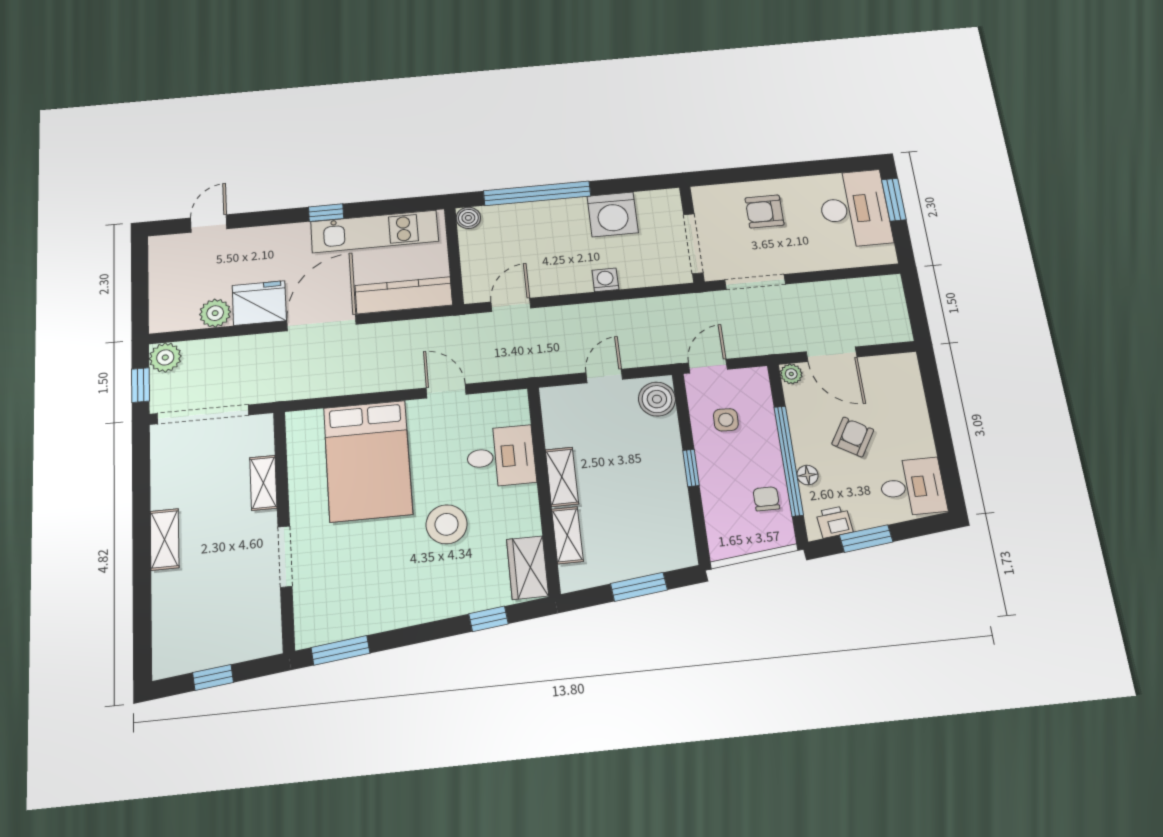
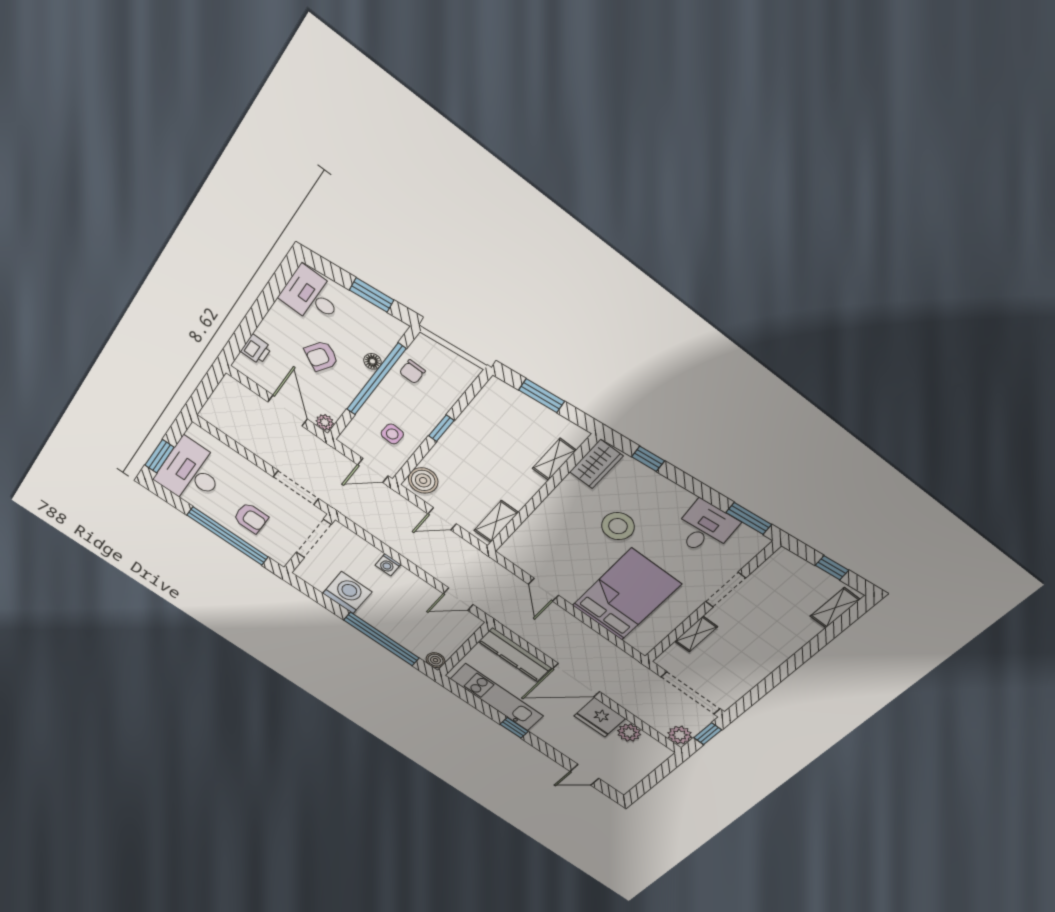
window: (767, 172) -> (228, 536), added
desk: (501, 456) -> (705, 528), moved, turned 84
shelving: (562, 477) -> (496, 521), moved
printer: (834, 522) -> (256, 349), moved, turned -84
shelving: (165, 539) -> (835, 608), moved

